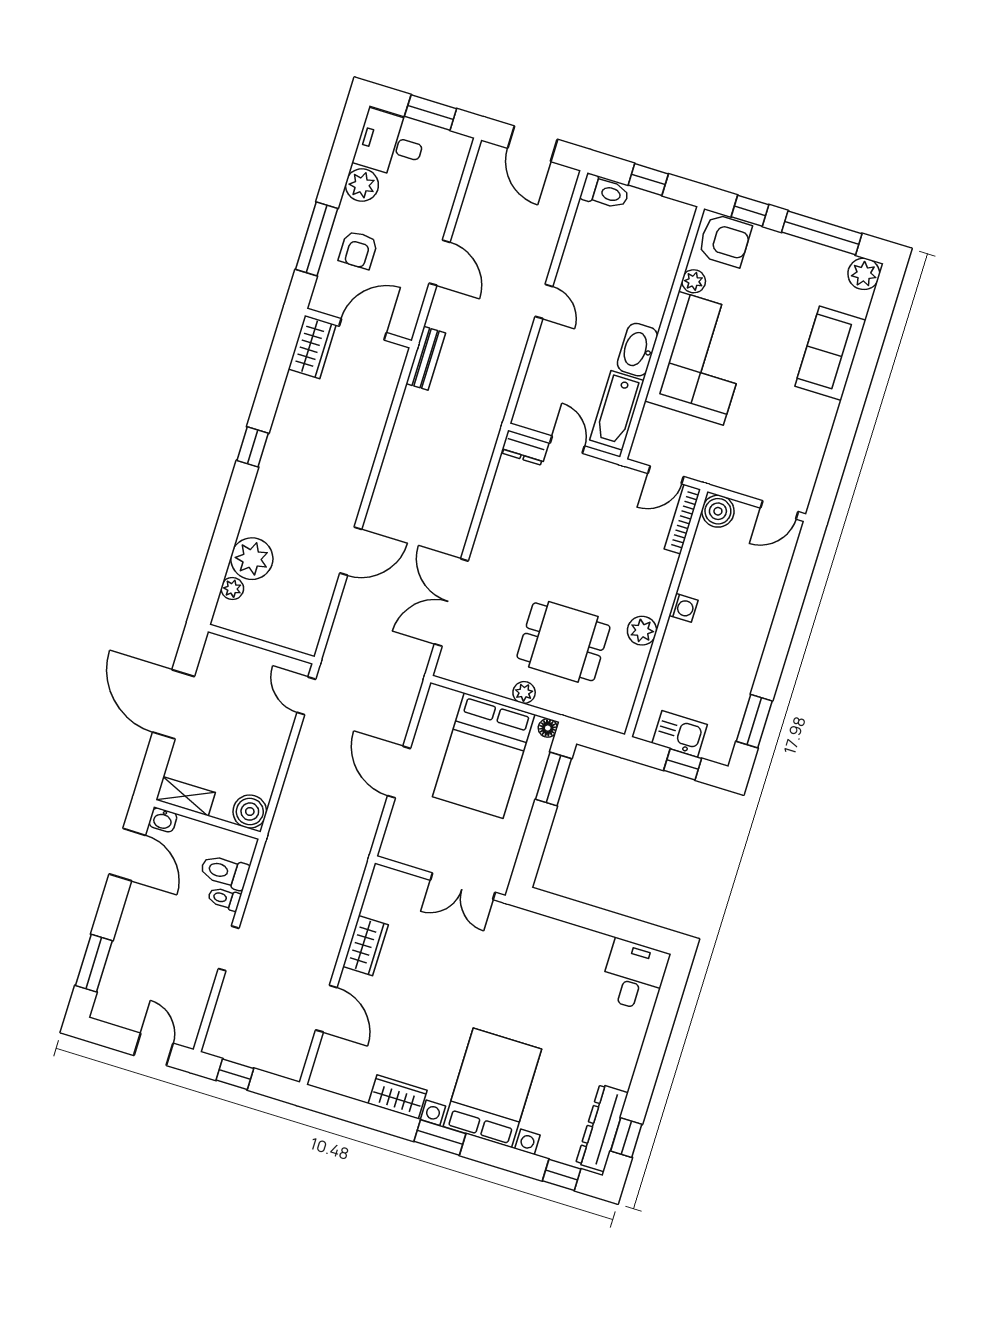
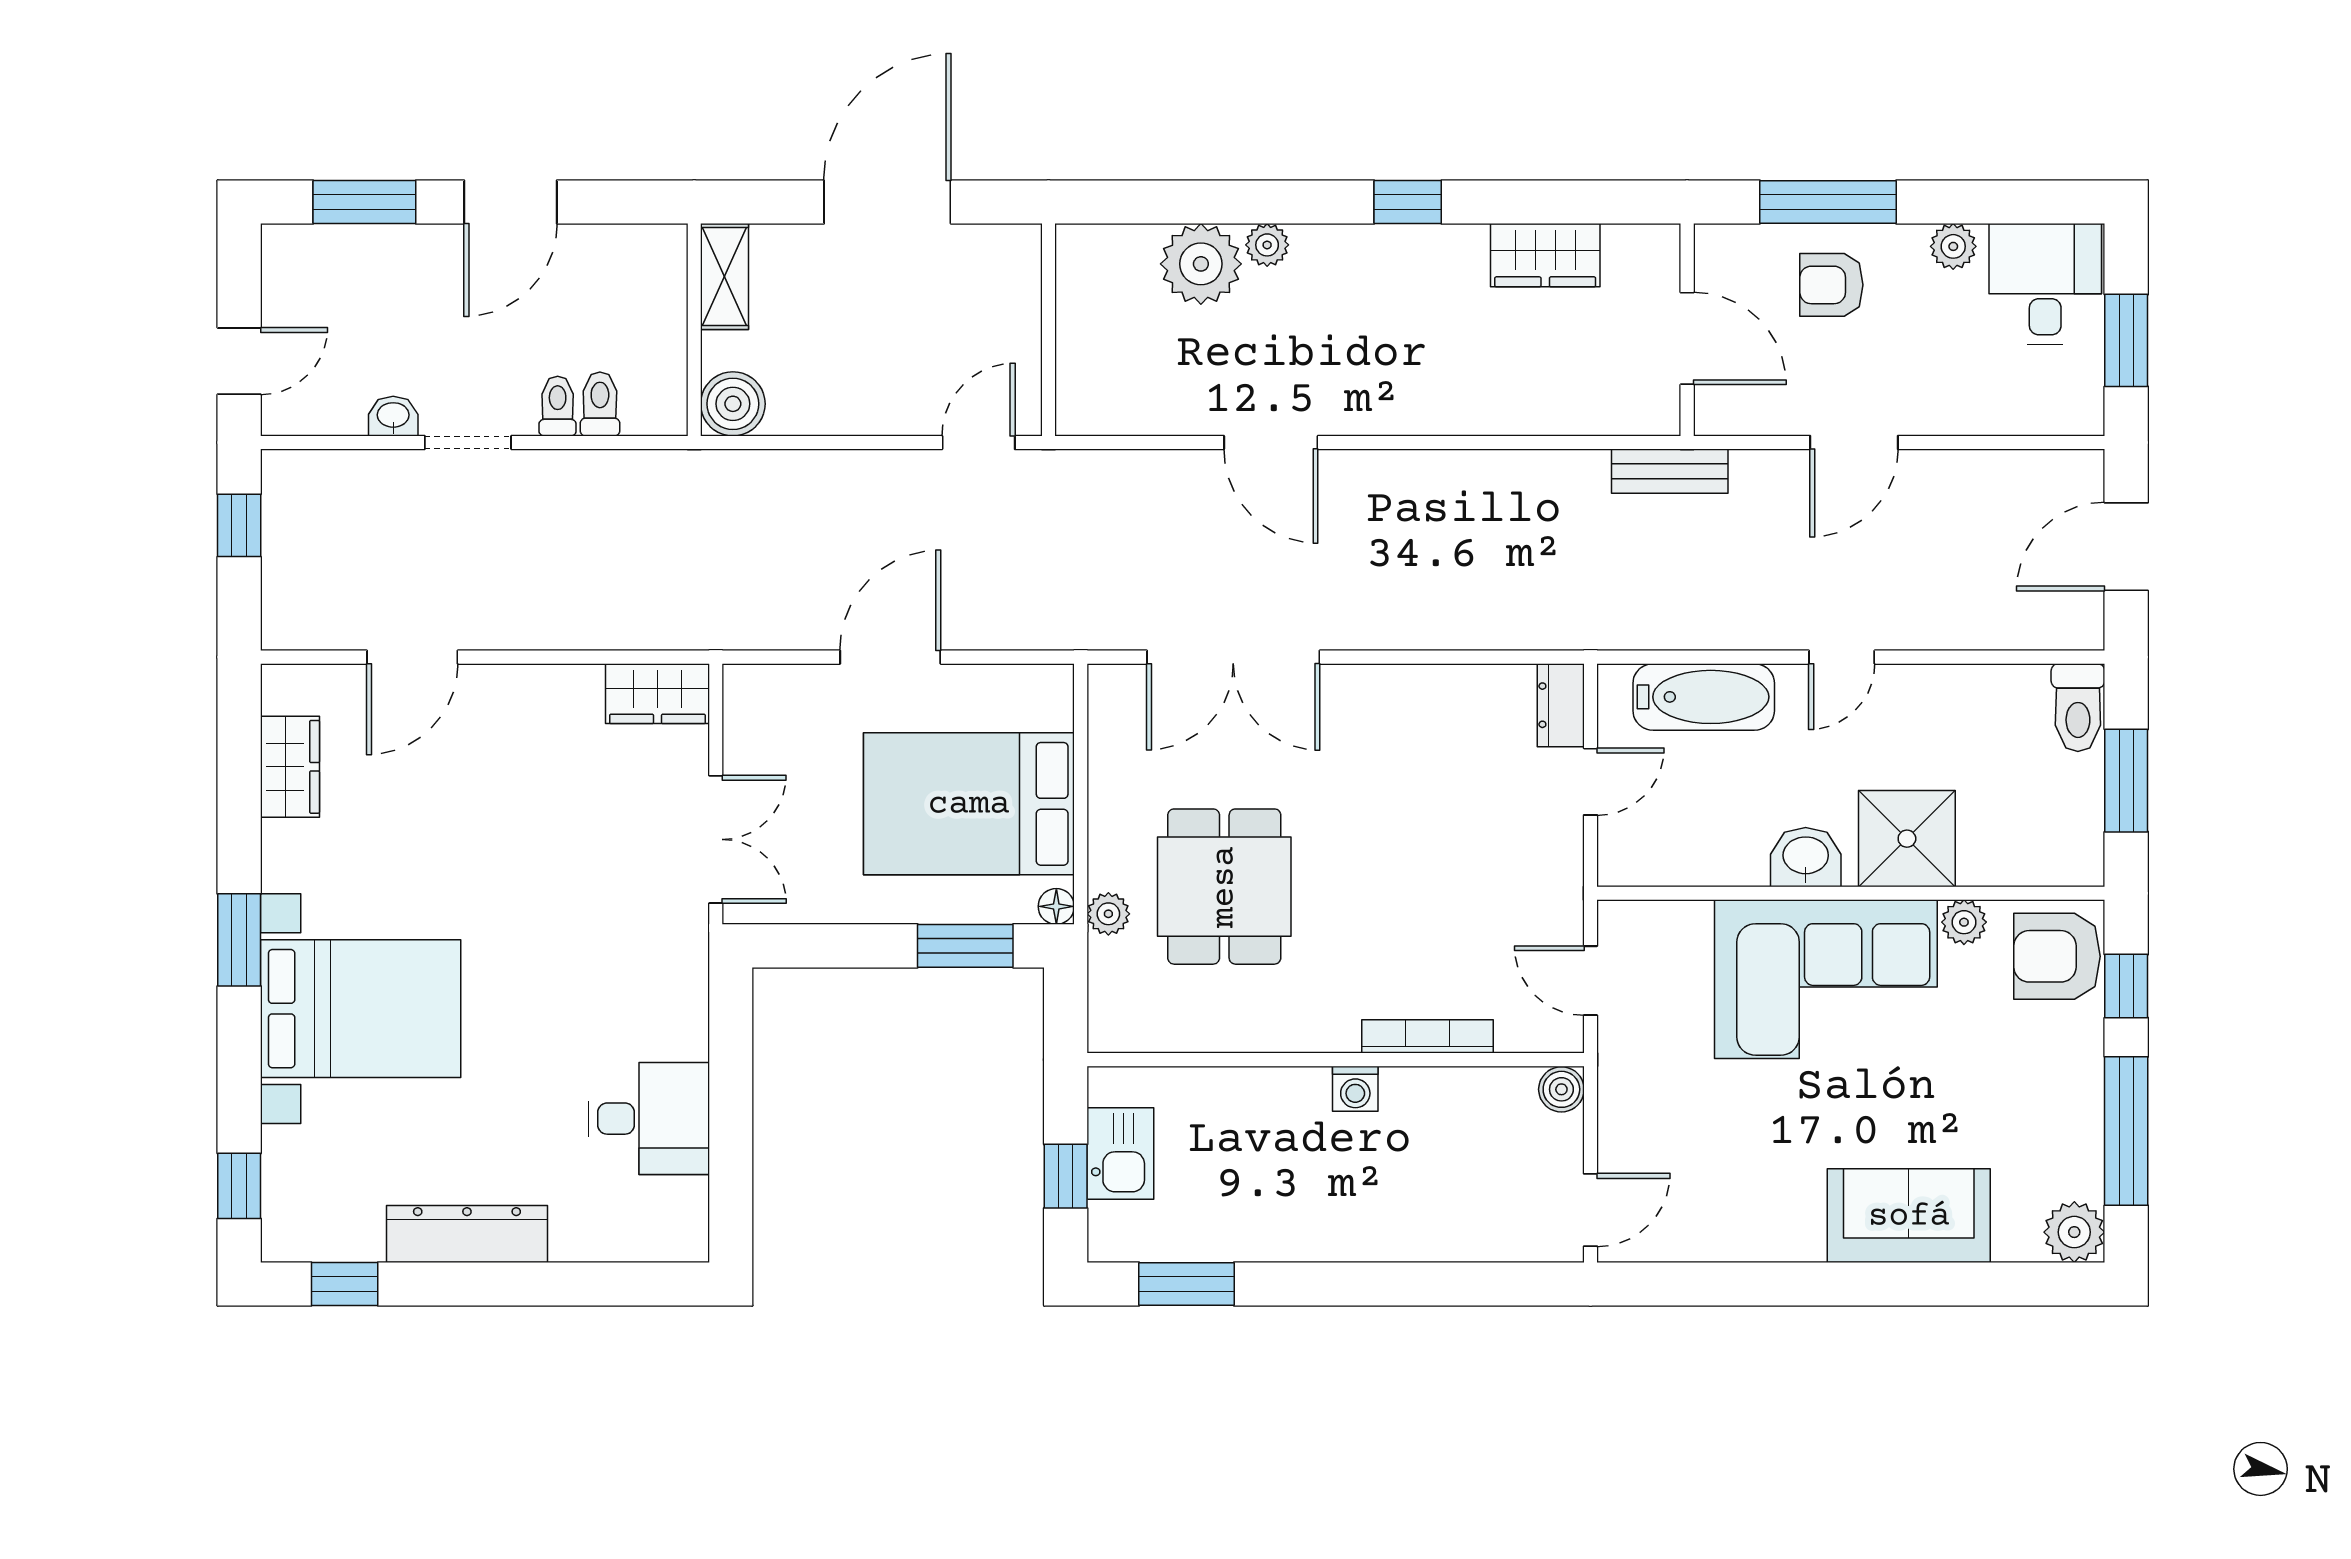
window: (648, 179) -> (2126, 781), width x1.50
plant: (362, 185) -> (1953, 246), width x0.73, depth x0.73
armchair: (725, 240) -> (2057, 956), turned 90
shower: (644, 297) -> (1907, 839), added
wardrobe: (312, 347) -> (1545, 255), moved
washbasin: (637, 350) -> (1806, 857), width x0.72
bathtub: (617, 410) -> (1704, 697), moved, turned 180
door: (779, 510) -> (1591, 1210), swing flipped
boiler: (718, 511) -> (1561, 1089), width x0.73, depth x0.73
bookcase: (682, 519) -> (1427, 1036), moved
plant: (232, 588) -> (1267, 245), moved
double door: (451, 602) -> (1233, 657), swing flipped
plant: (642, 631) -> (1290, 1025), removed
plant: (524, 692) -> (1108, 914), moved
washbasin: (163, 820) -> (393, 416), moved, turned 90
door: (127, 855) -> (511, 202), moved
toilet: (225, 872) -> (600, 404), width x0.73, depth x0.72
double door: (463, 886) -> (716, 839), swing flipped
wardrobe: (366, 946) -> (657, 694), moved
desk: (634, 975) -> (649, 1119), moved
wardrobe: (398, 1097) -> (290, 767), moved
dresser: (602, 1128) -> (467, 1234), moved

